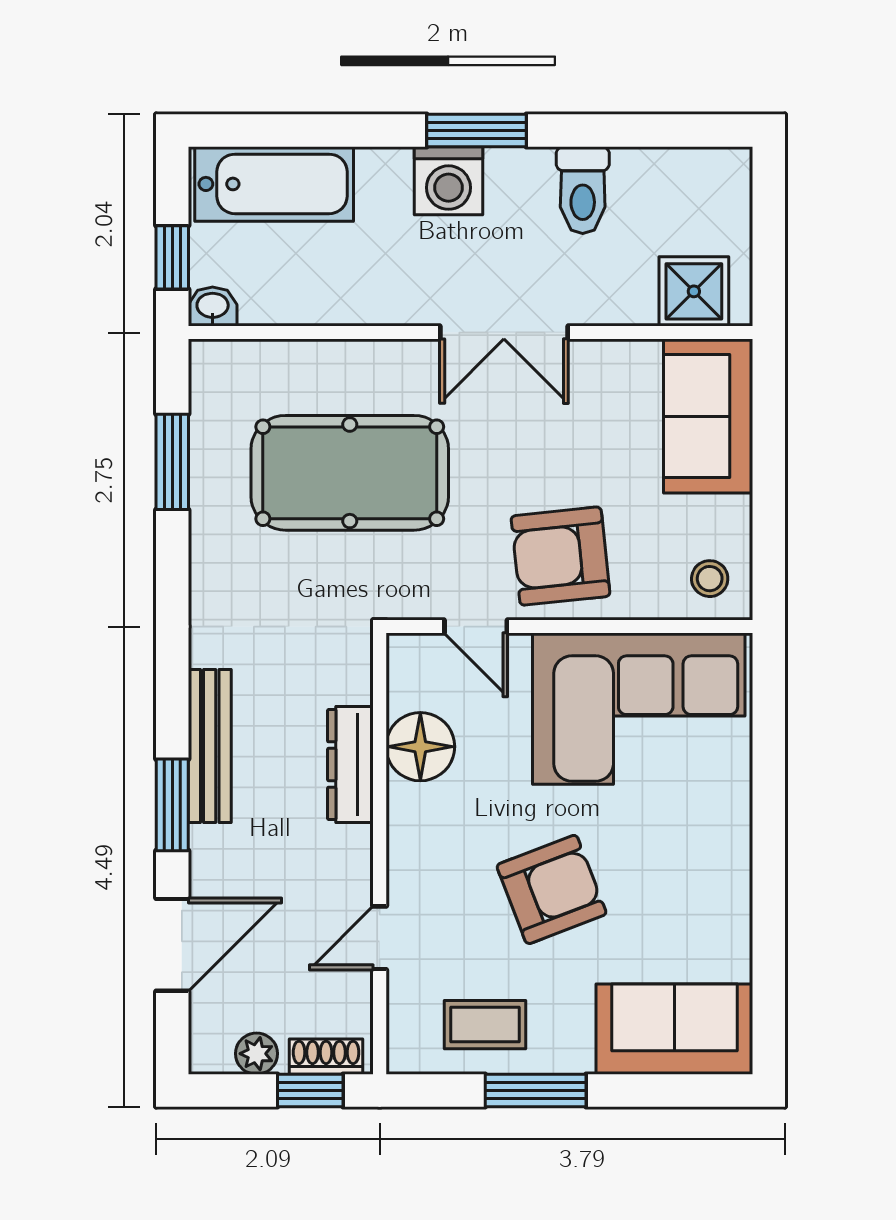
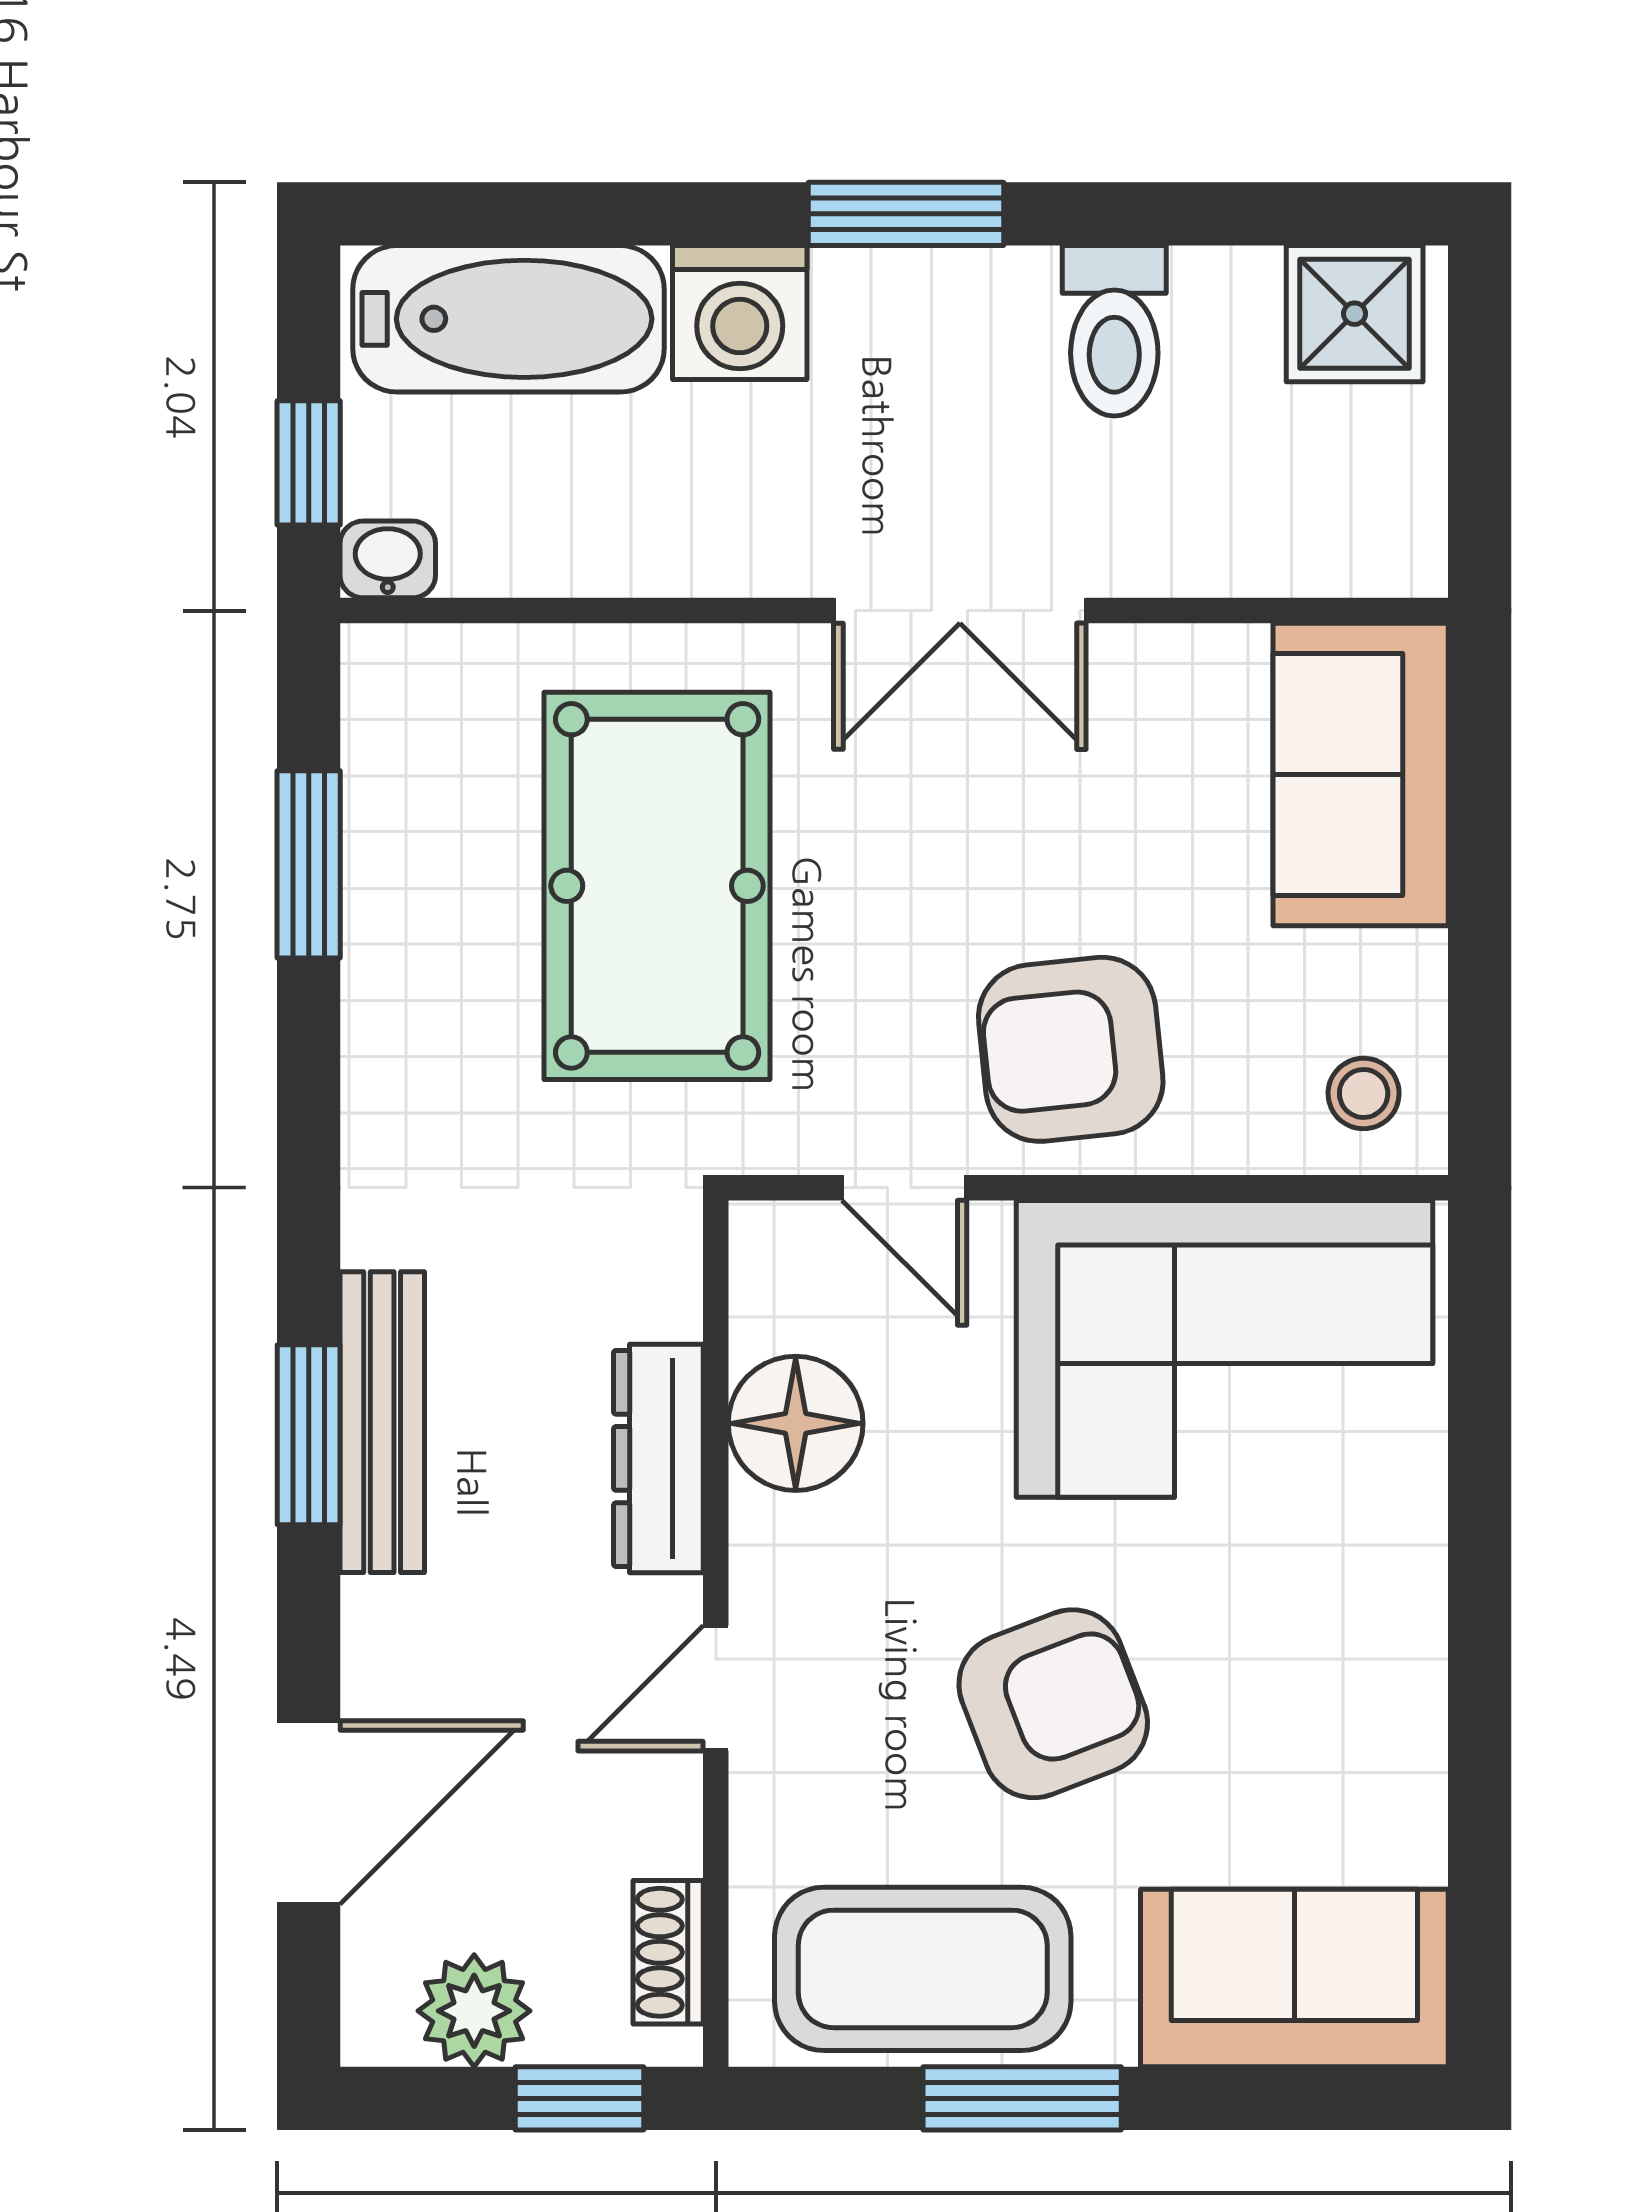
washing machine: (448, 181) -> (740, 313), moved
shower: (694, 291) -> (1355, 314), moved
pool table: (350, 473) -> (657, 886), turned 90
window: (172, 805) -> (309, 1435), moved
door: (380, 938) -> (716, 1688), moved
coffee table: (485, 1025) -> (923, 1969), width x1.86, depth x1.72
plant: (257, 1054) -> (474, 2011), width x1.38, depth x1.38
shoe rack: (326, 1057) -> (668, 1952), moved, turned -90

